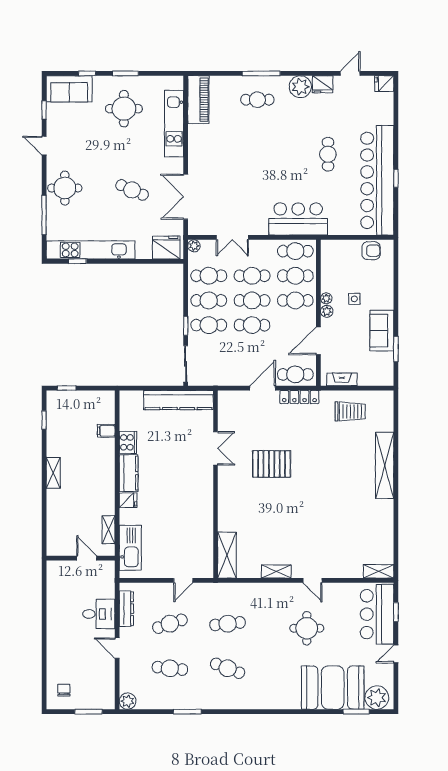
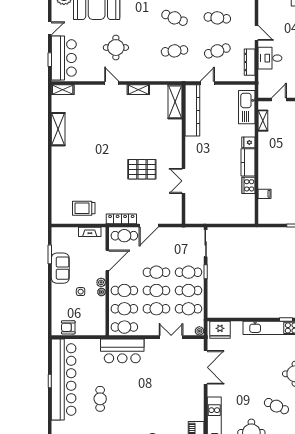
cafe table: (132, 190) -> (276, 406), moved
kitchen counter: (179, 400) -> (192, 110), moved, turned 90
shelving: (385, 465) -> (58, 129), moved, width x0.68
door: (87, 558) -> (279, 100), swing flipped

